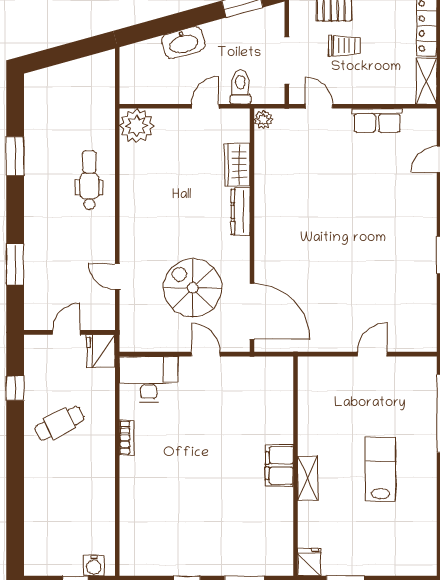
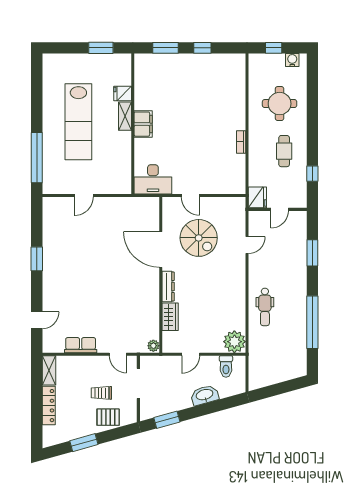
toilet: (240, 87) -> (226, 366), moved
window: (15, 156) -> (312, 322), width x2.11
door: (117, 277) -> (247, 245), hinge flipped
door: (252, 312) -> (161, 249), moved
desk: (149, 379) -> (153, 179), moved
cafe table: (59, 423) -> (284, 151), turned -64
lab bench: (380, 469) -> (78, 122), width x1.86, depth x1.39
round table: (66, 498) -> (280, 104), added
fridge: (309, 562) -> (123, 93), moved, turned 90
water cooler: (94, 566) -> (292, 60), moved

